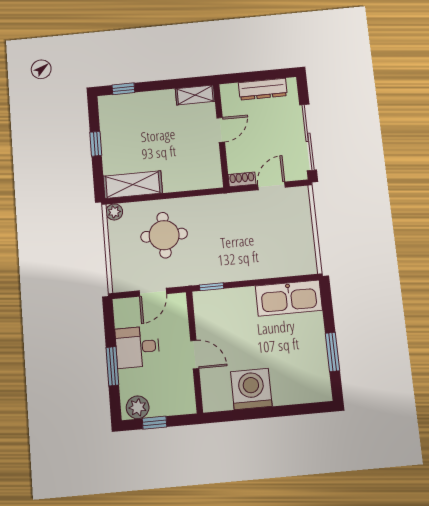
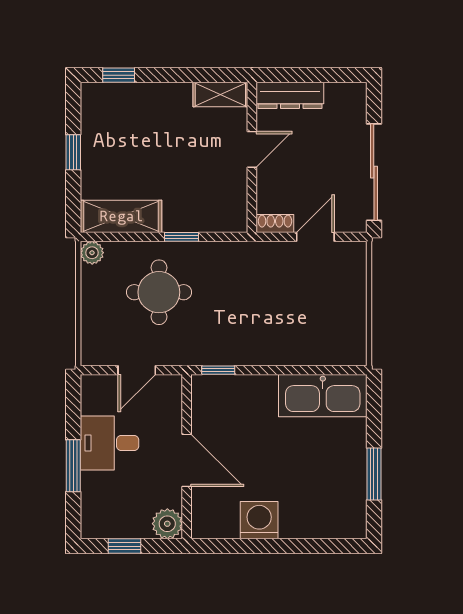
dresser: (263, 89) -> (290, 95), moved
window: (177, 195) -> (181, 237), added
door: (195, 355) -> (187, 460), width x1.38
washing machine: (251, 389) -> (259, 520), width x0.73, depth x0.73
plant: (138, 407) -> (167, 524), moved

